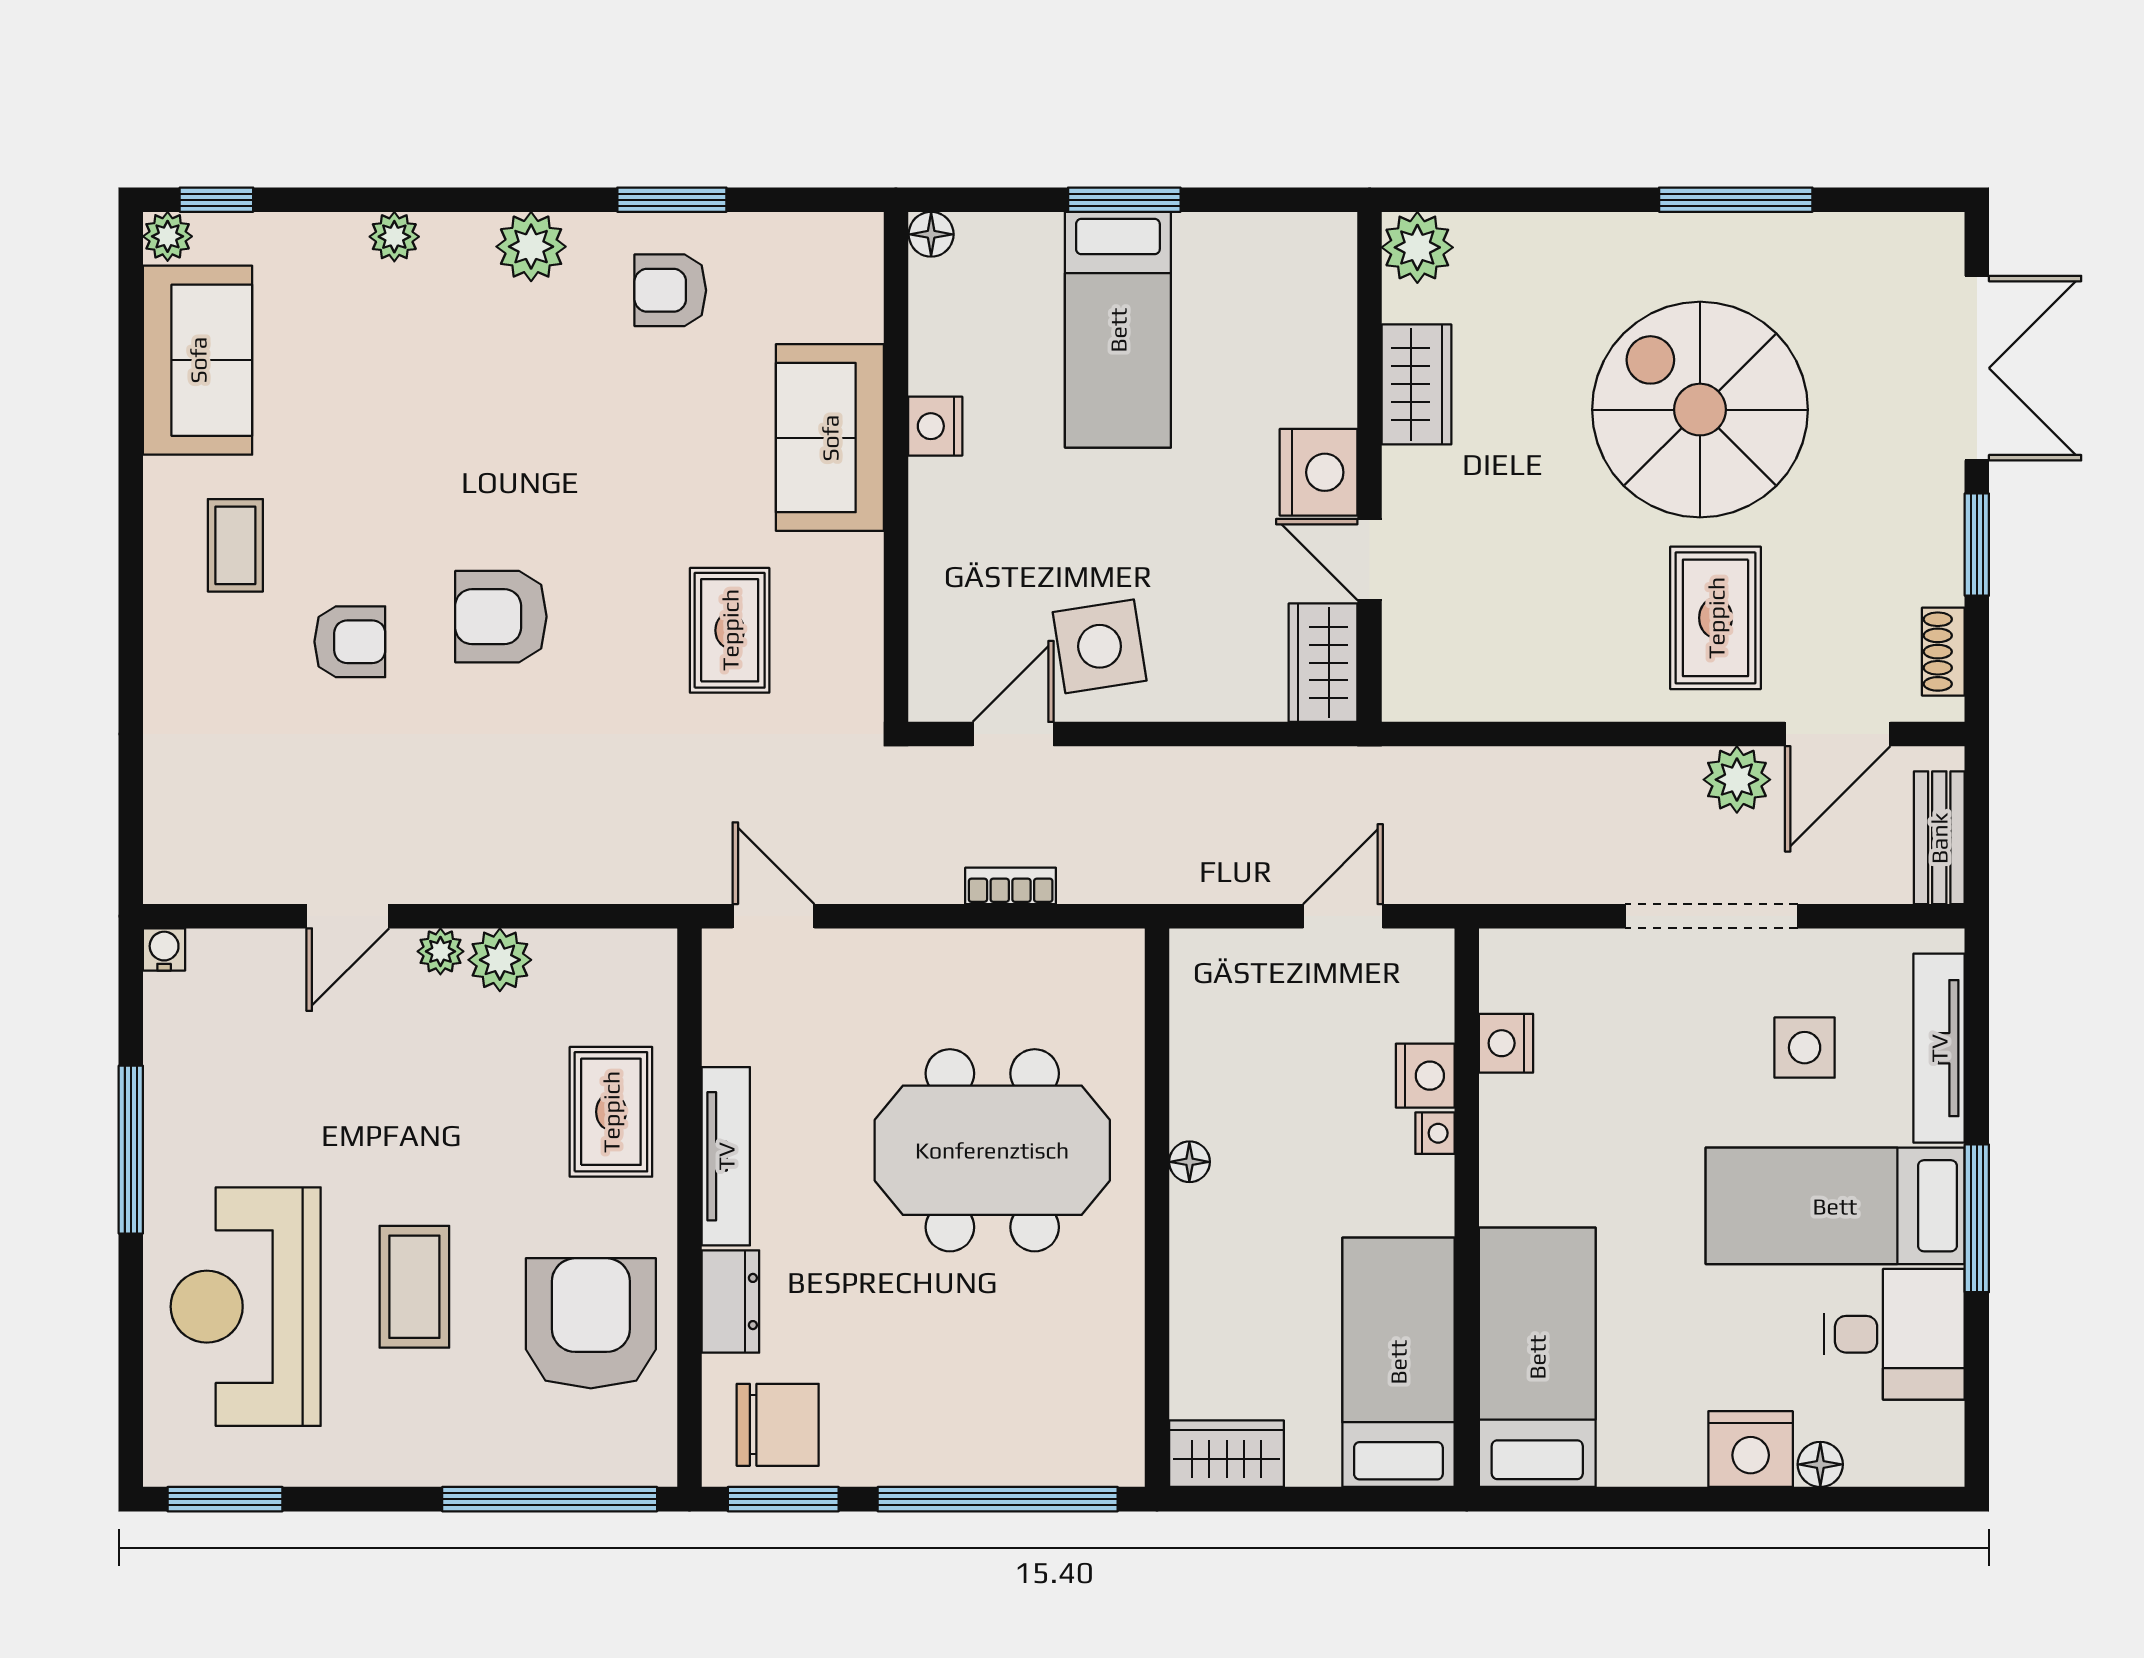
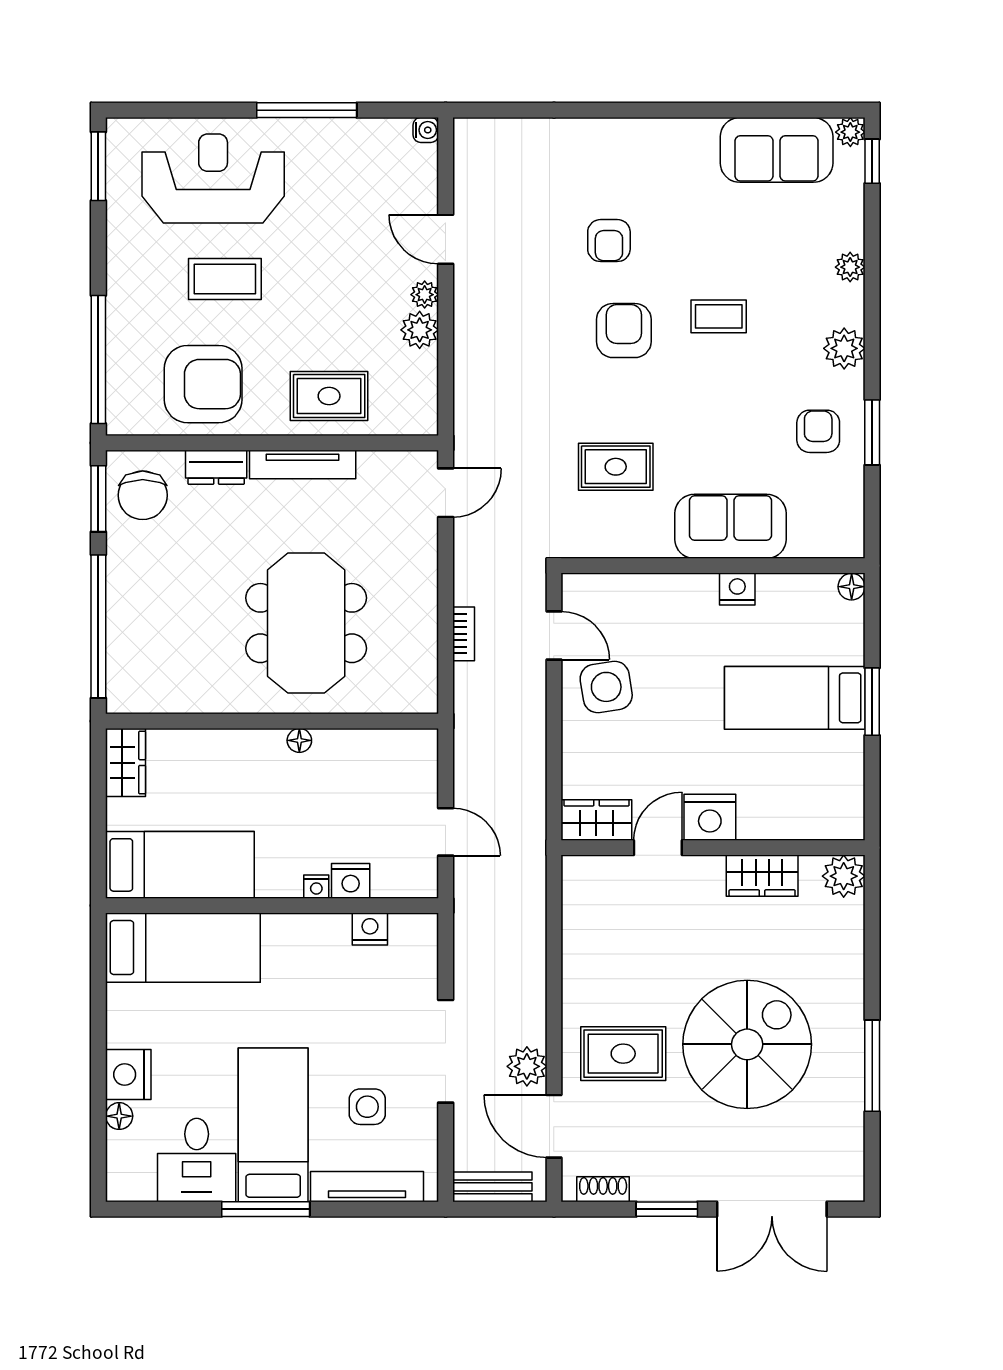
coffee table: (235, 545) -> (719, 316), moved

